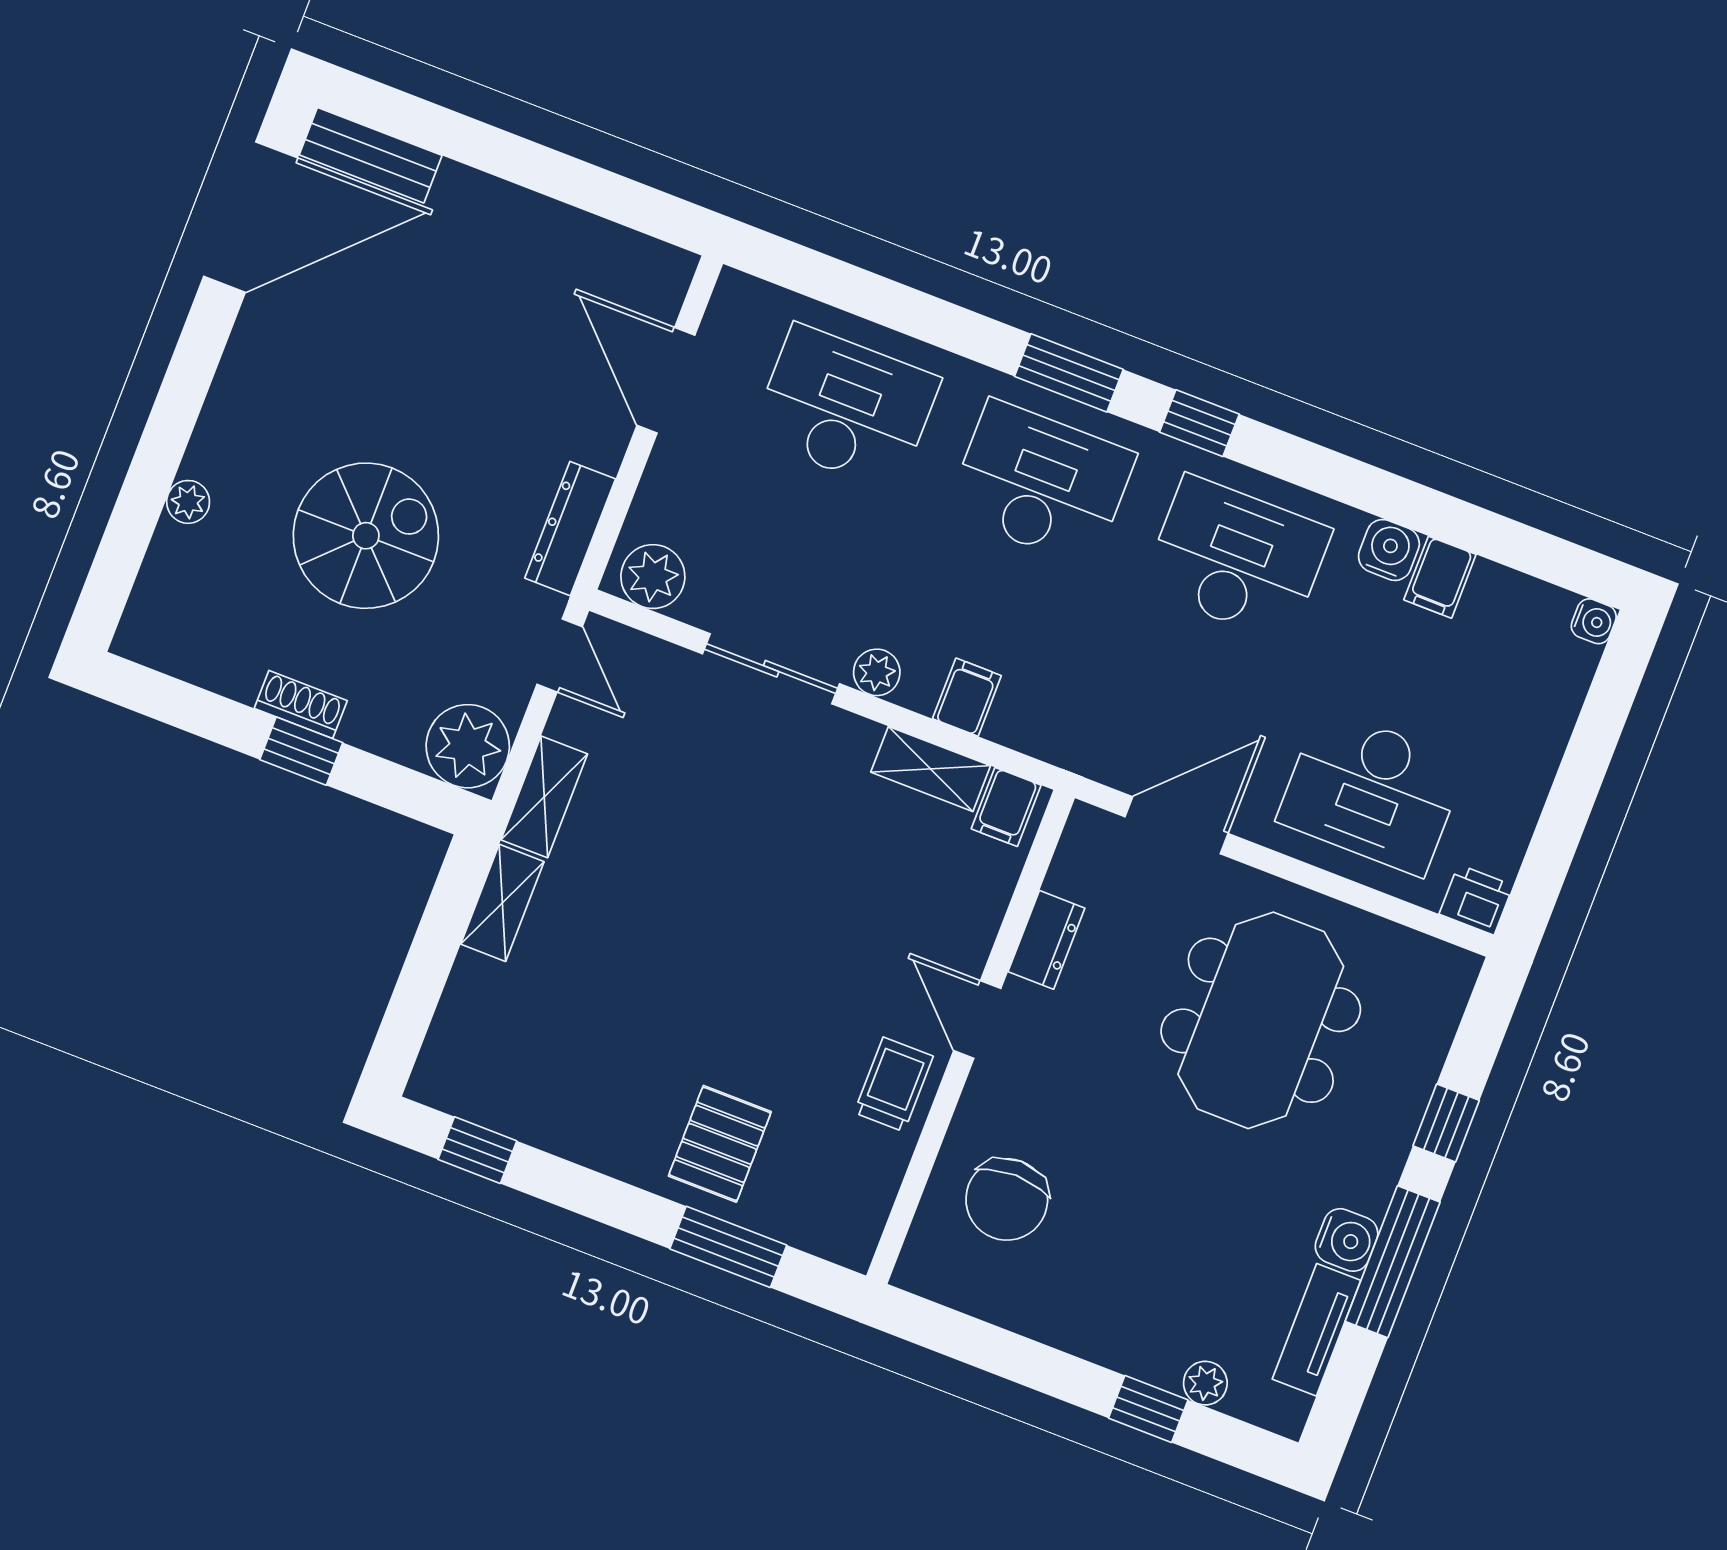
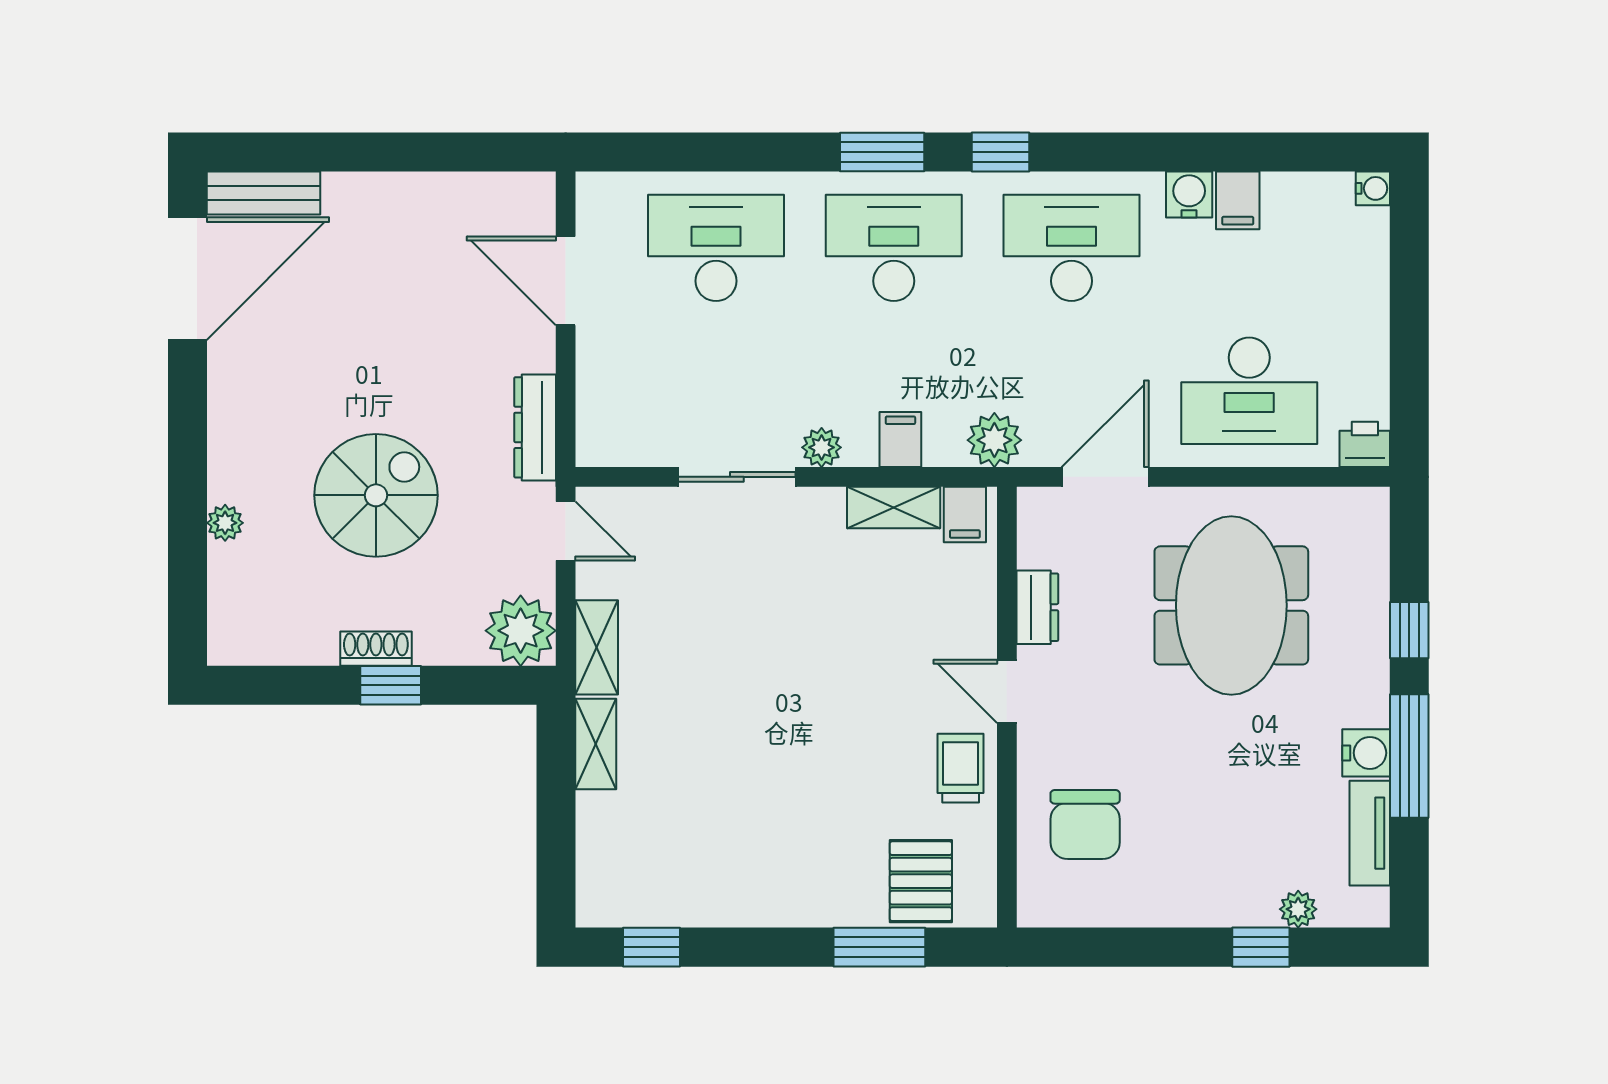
plant: (653, 577) -> (994, 440), moved
pallet: (720, 1144) -> (921, 881), moved

